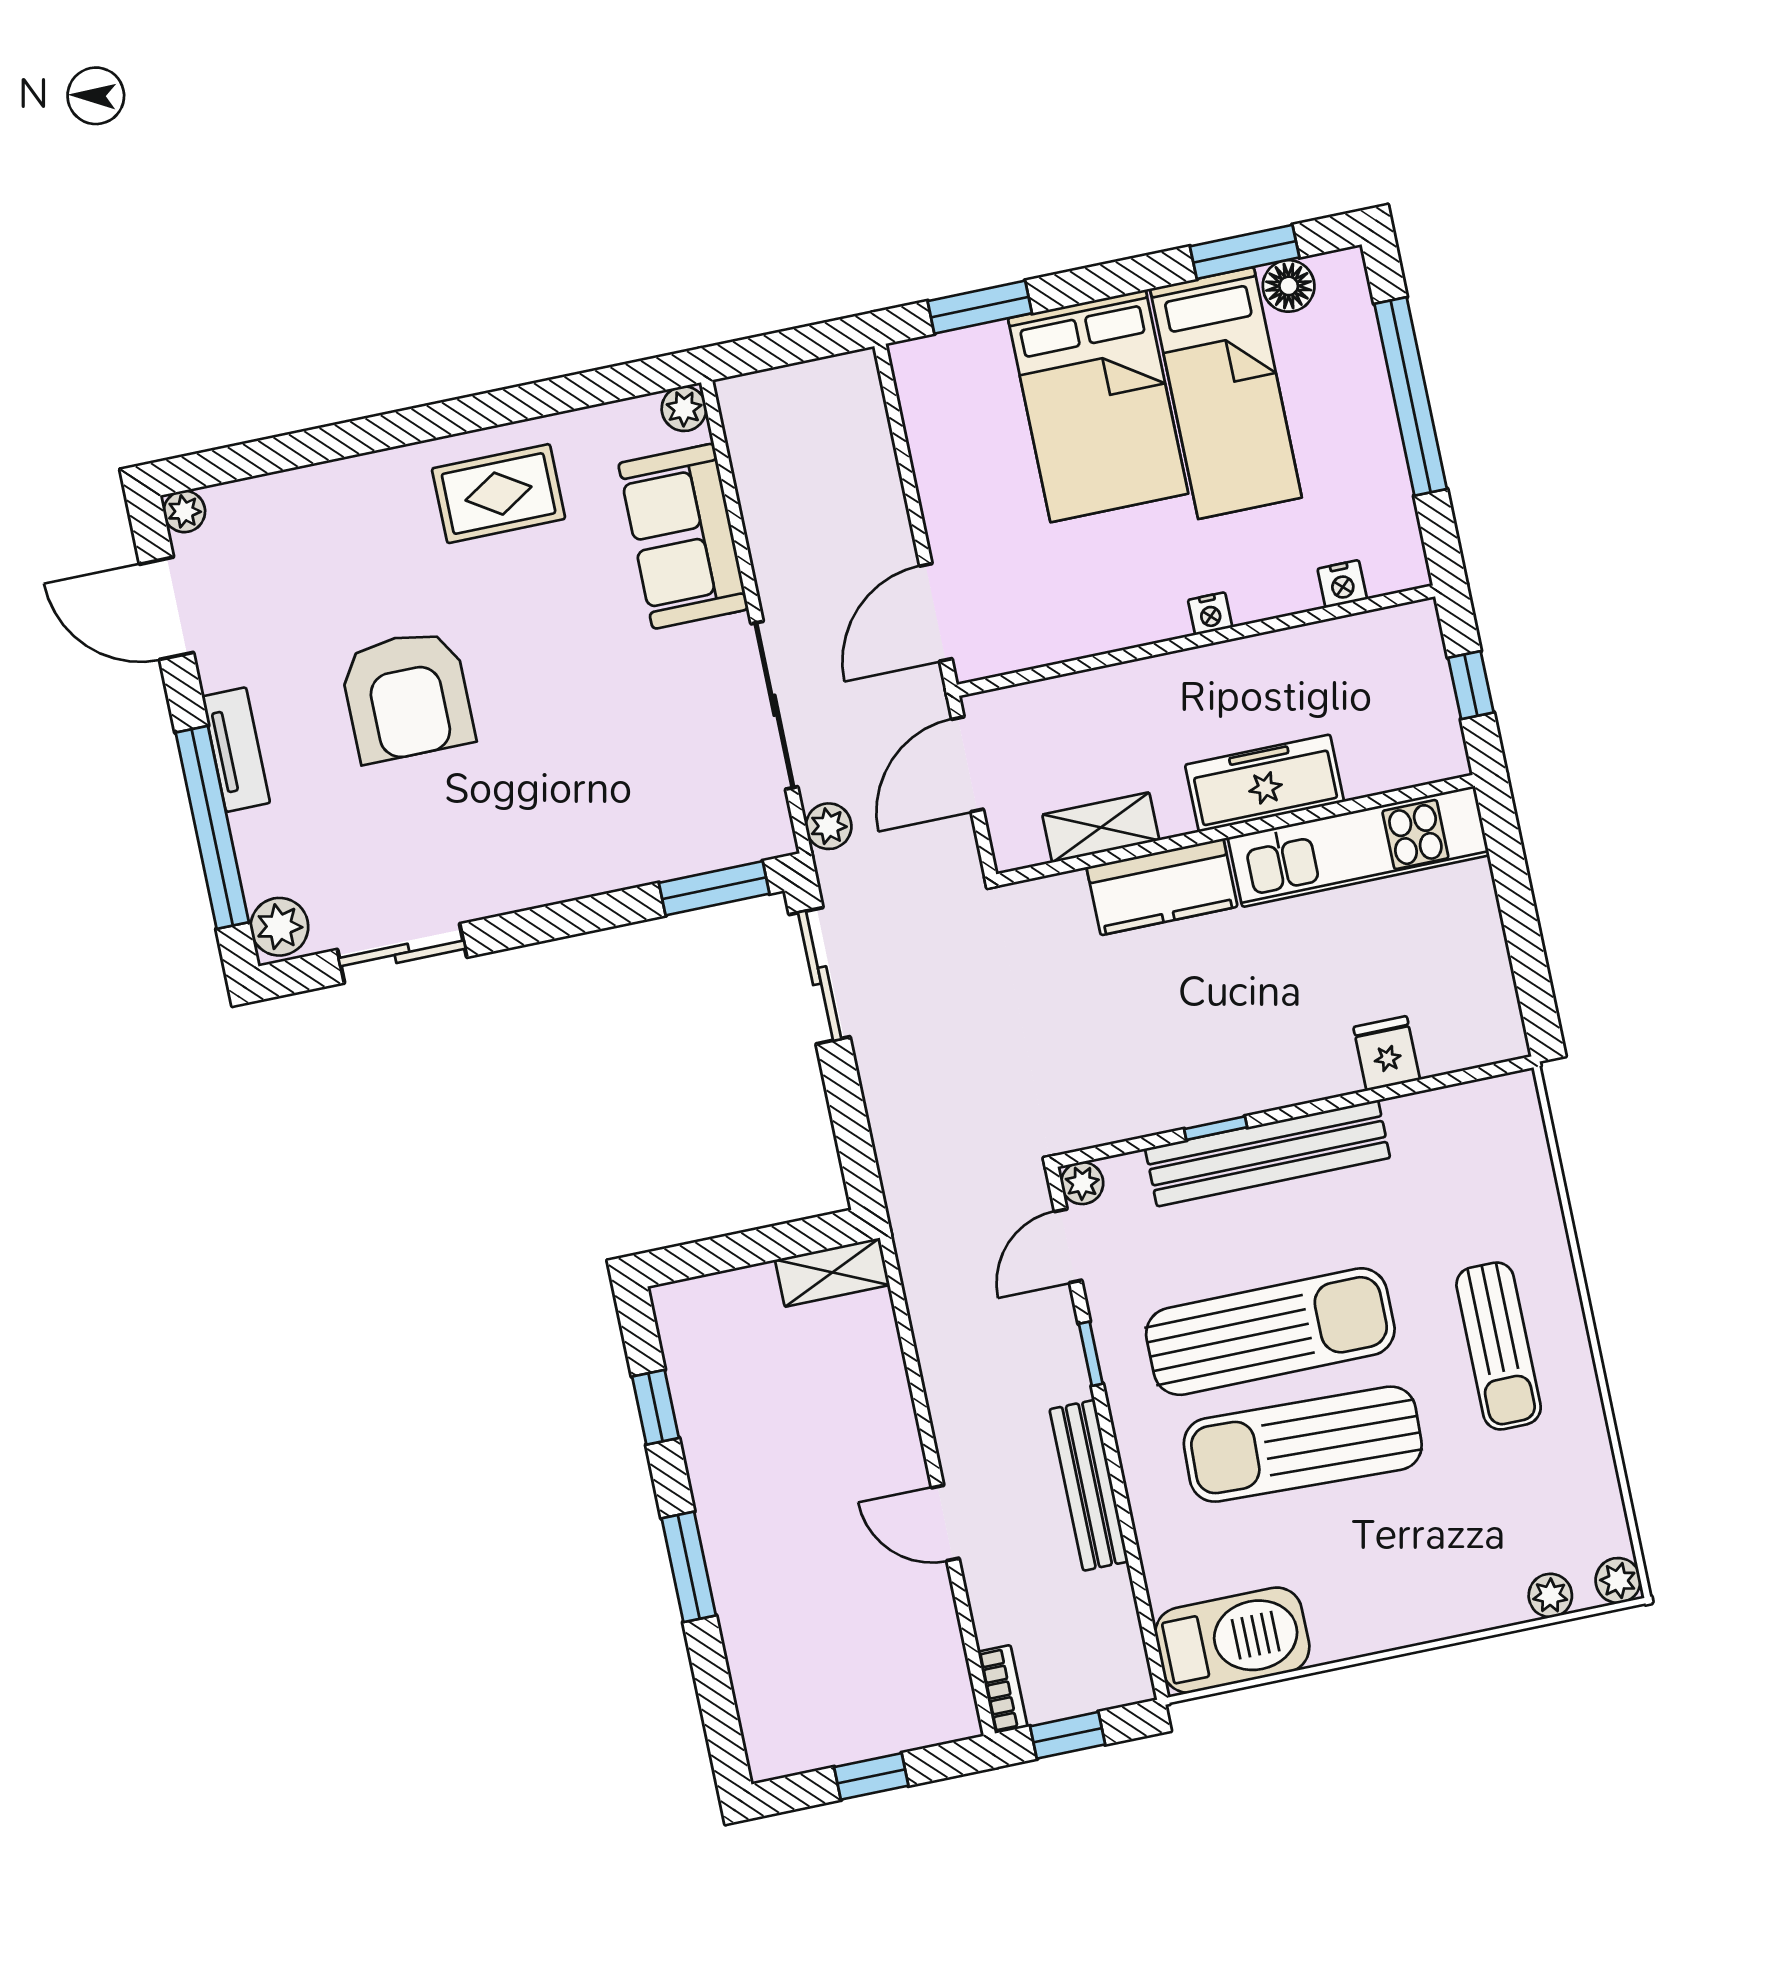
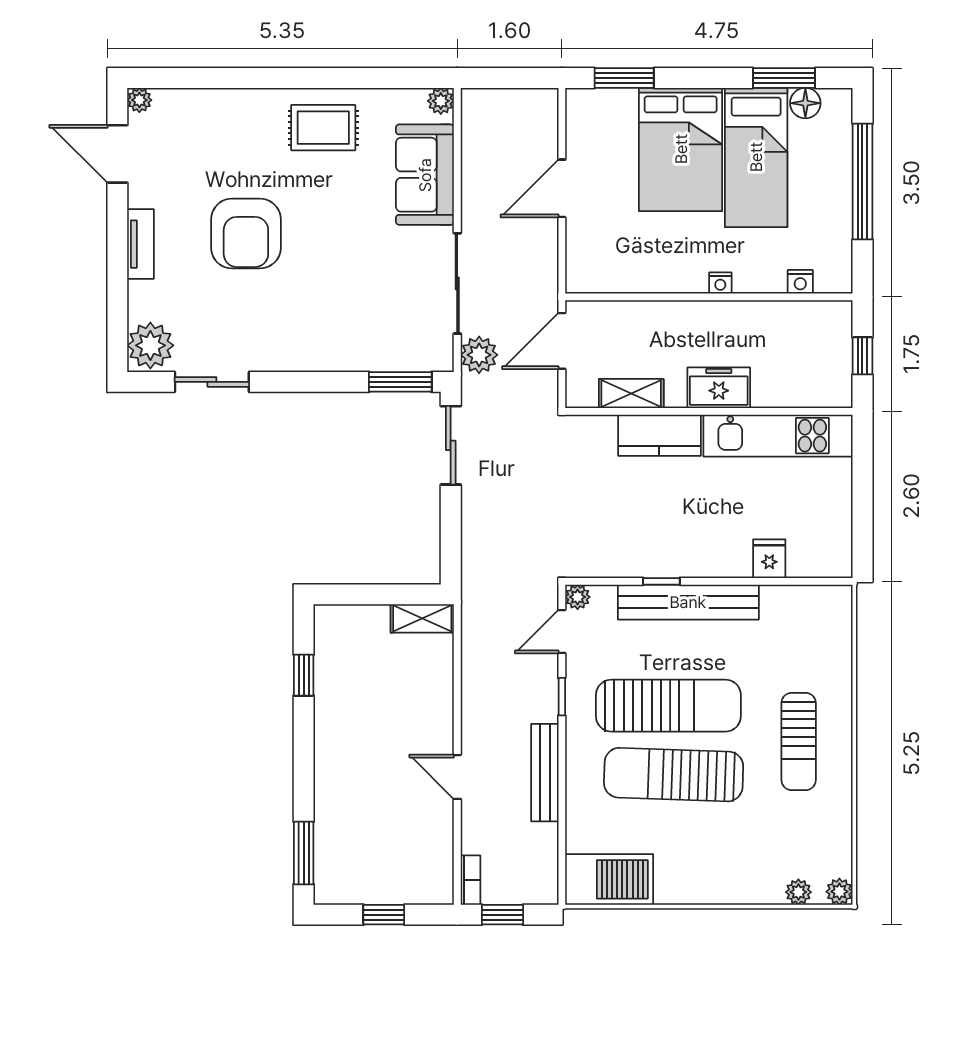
door: (936, 612) -> (562, 188), moved
freezer: (1265, 783) -> (719, 388), width x0.71
plant: (829, 826) -> (479, 355), width x1.38, depth x1.38
window: (212, 827) -> (117, 286), removed
plant: (279, 927) -> (150, 345), width x1.36, depth x1.36
window: (689, 1567) -> (304, 853), moved

